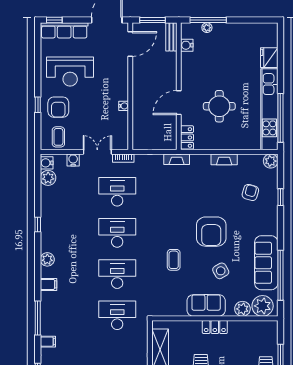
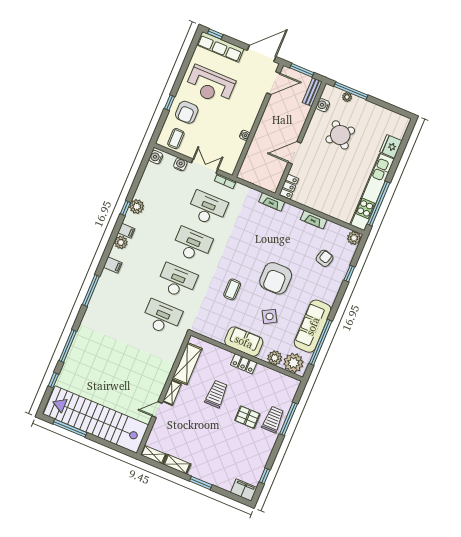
round table: (219, 106) -> (340, 135), moved, turned 45
plant: (48, 178) -> (137, 207), moved
filing cabinet: (48, 342) -> (126, 231), moved

